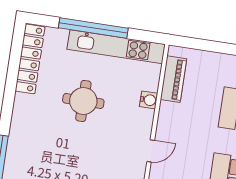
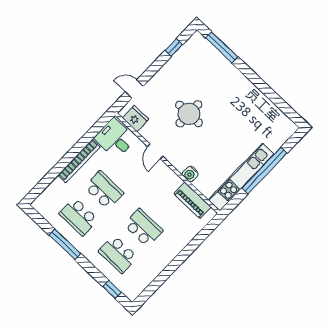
locker: (30, 59) -> (273, 114), removed
round table: (83, 101) -> (189, 114), moved

